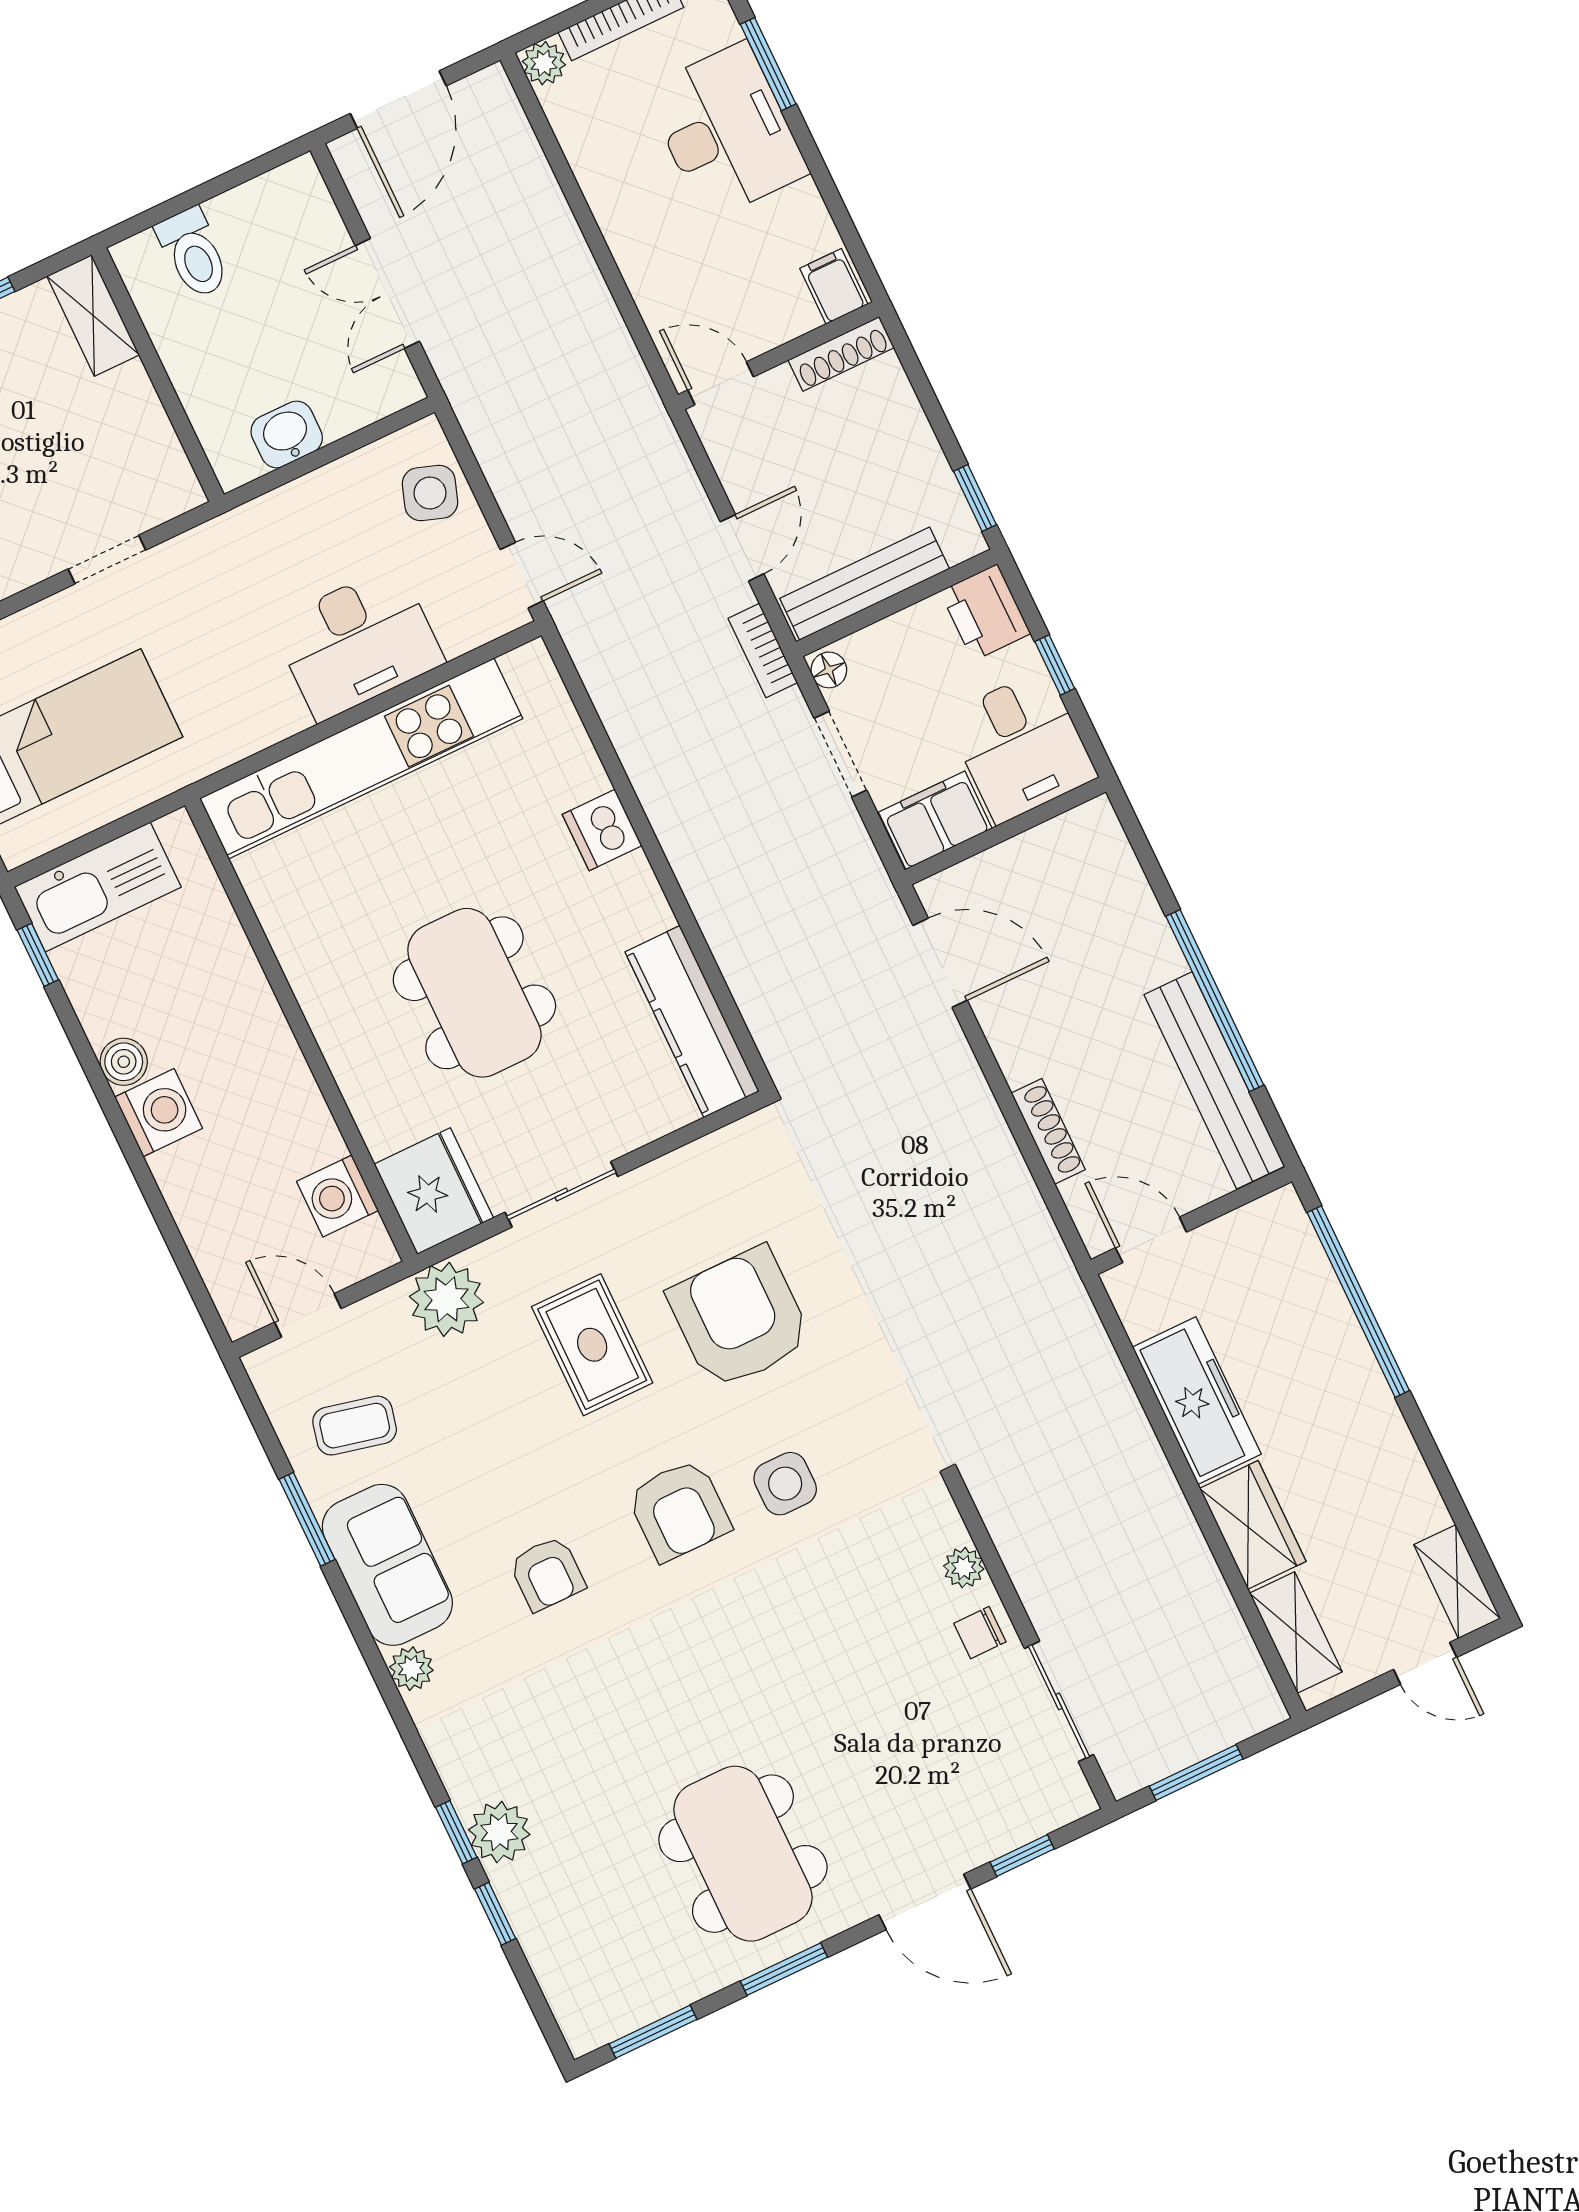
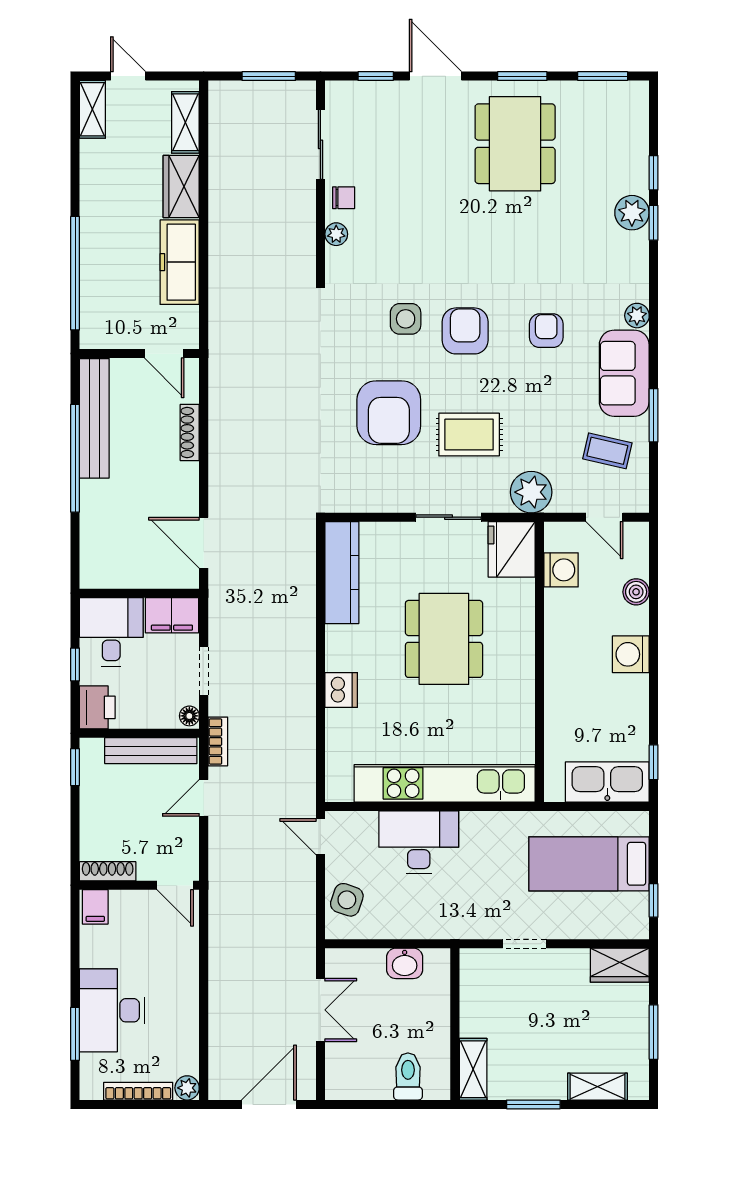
boiler: (124, 1062) -> (636, 592), moved
rug: (592, 1345) -> (469, 435), turned 90

